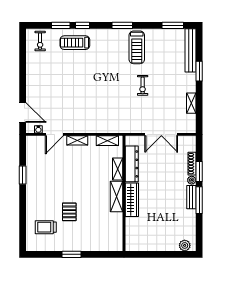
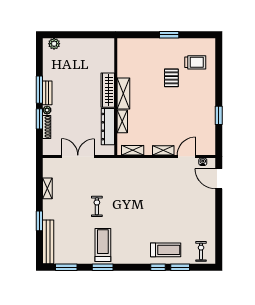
window: (122, 25) -> (103, 267), moved

